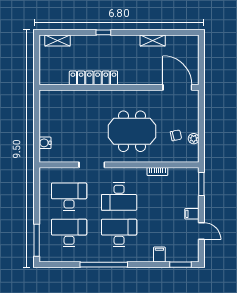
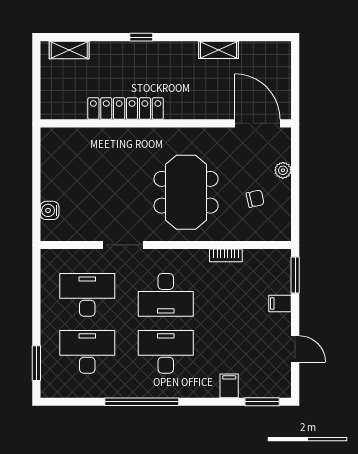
meeting table: (132, 131) -> (186, 192), turned 90
plant: (194, 139) -> (283, 170), moved
filing cabinet: (192, 214) -> (280, 304), moved
window: (37, 240) -> (36, 363), width x0.69

